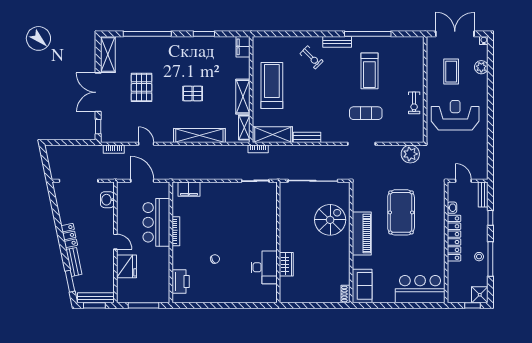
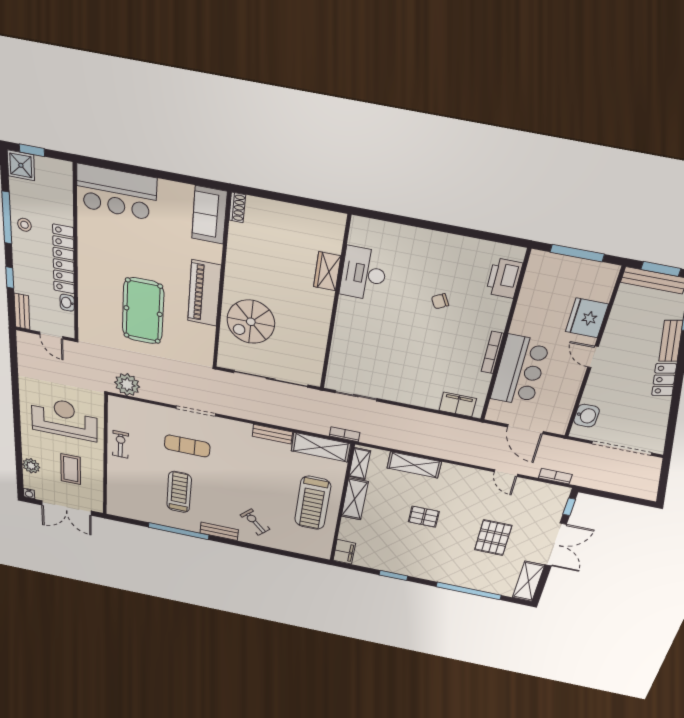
reception desk: (455, 115) -> (64, 419), turned 180
shelving: (199, 135) -> (414, 465), width x0.68

